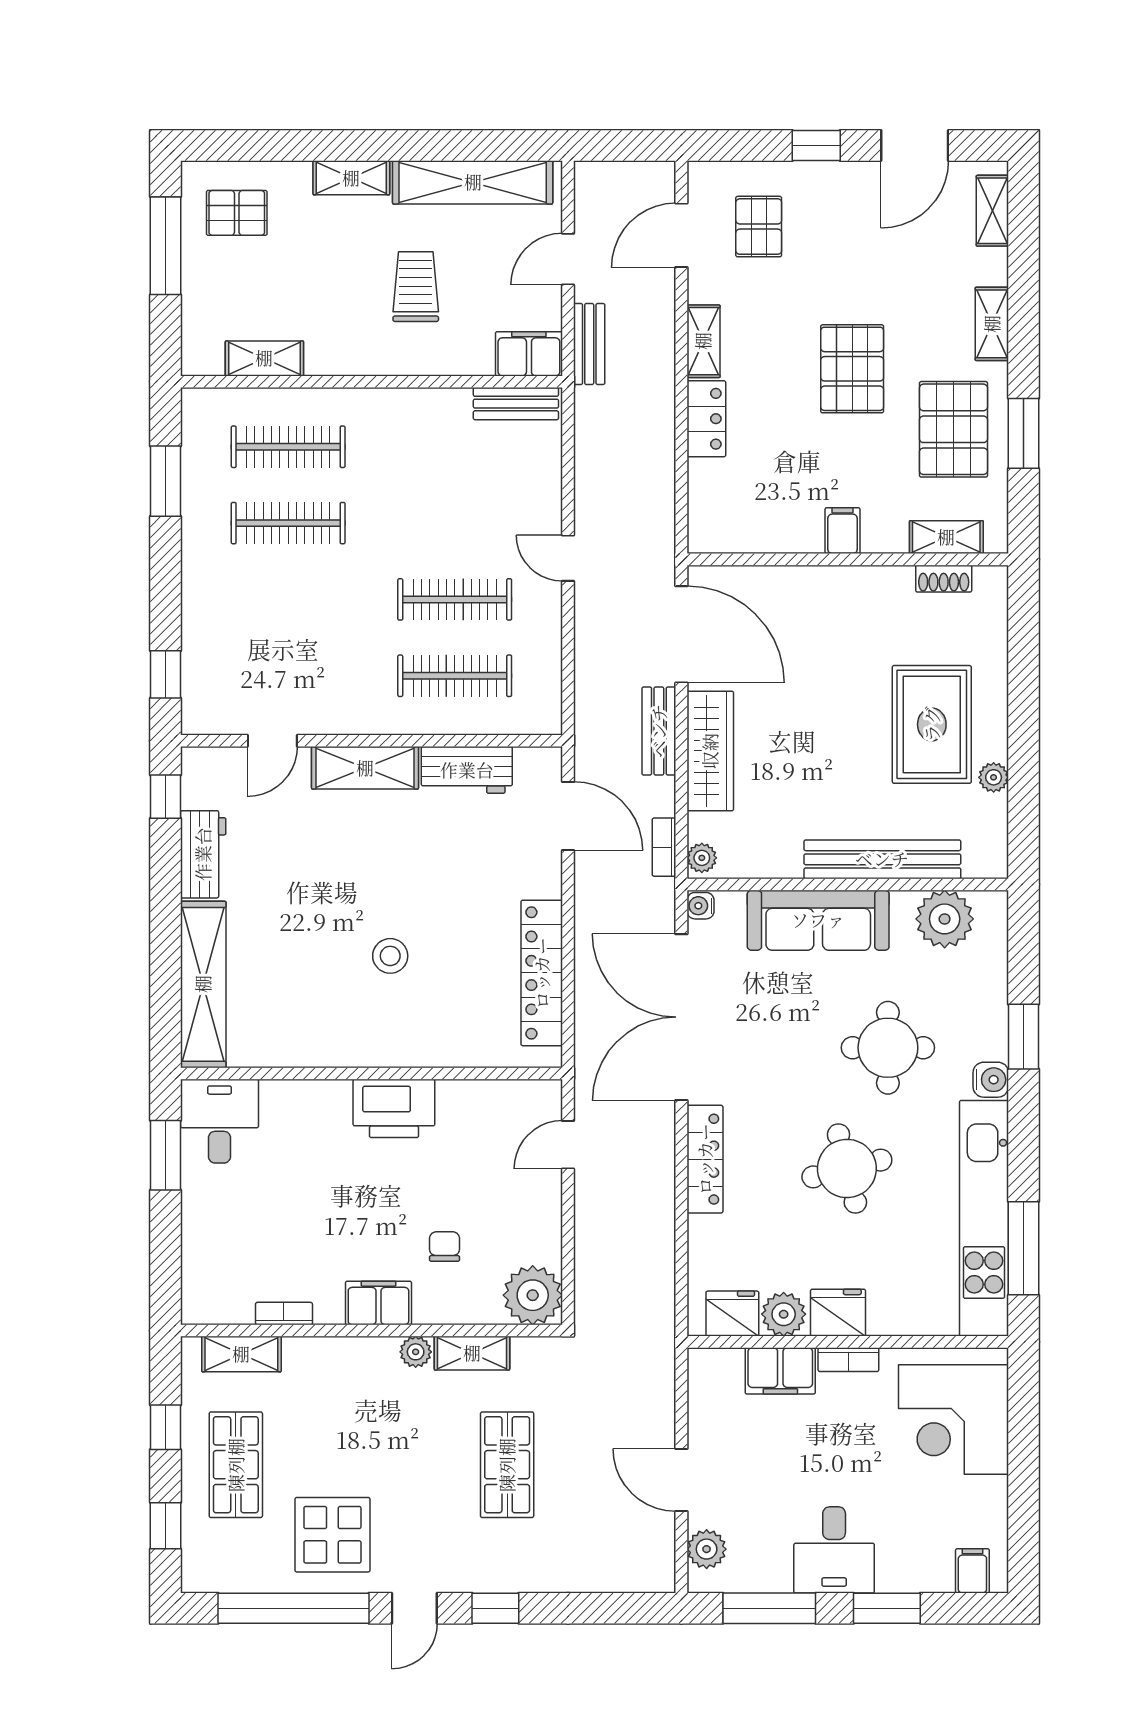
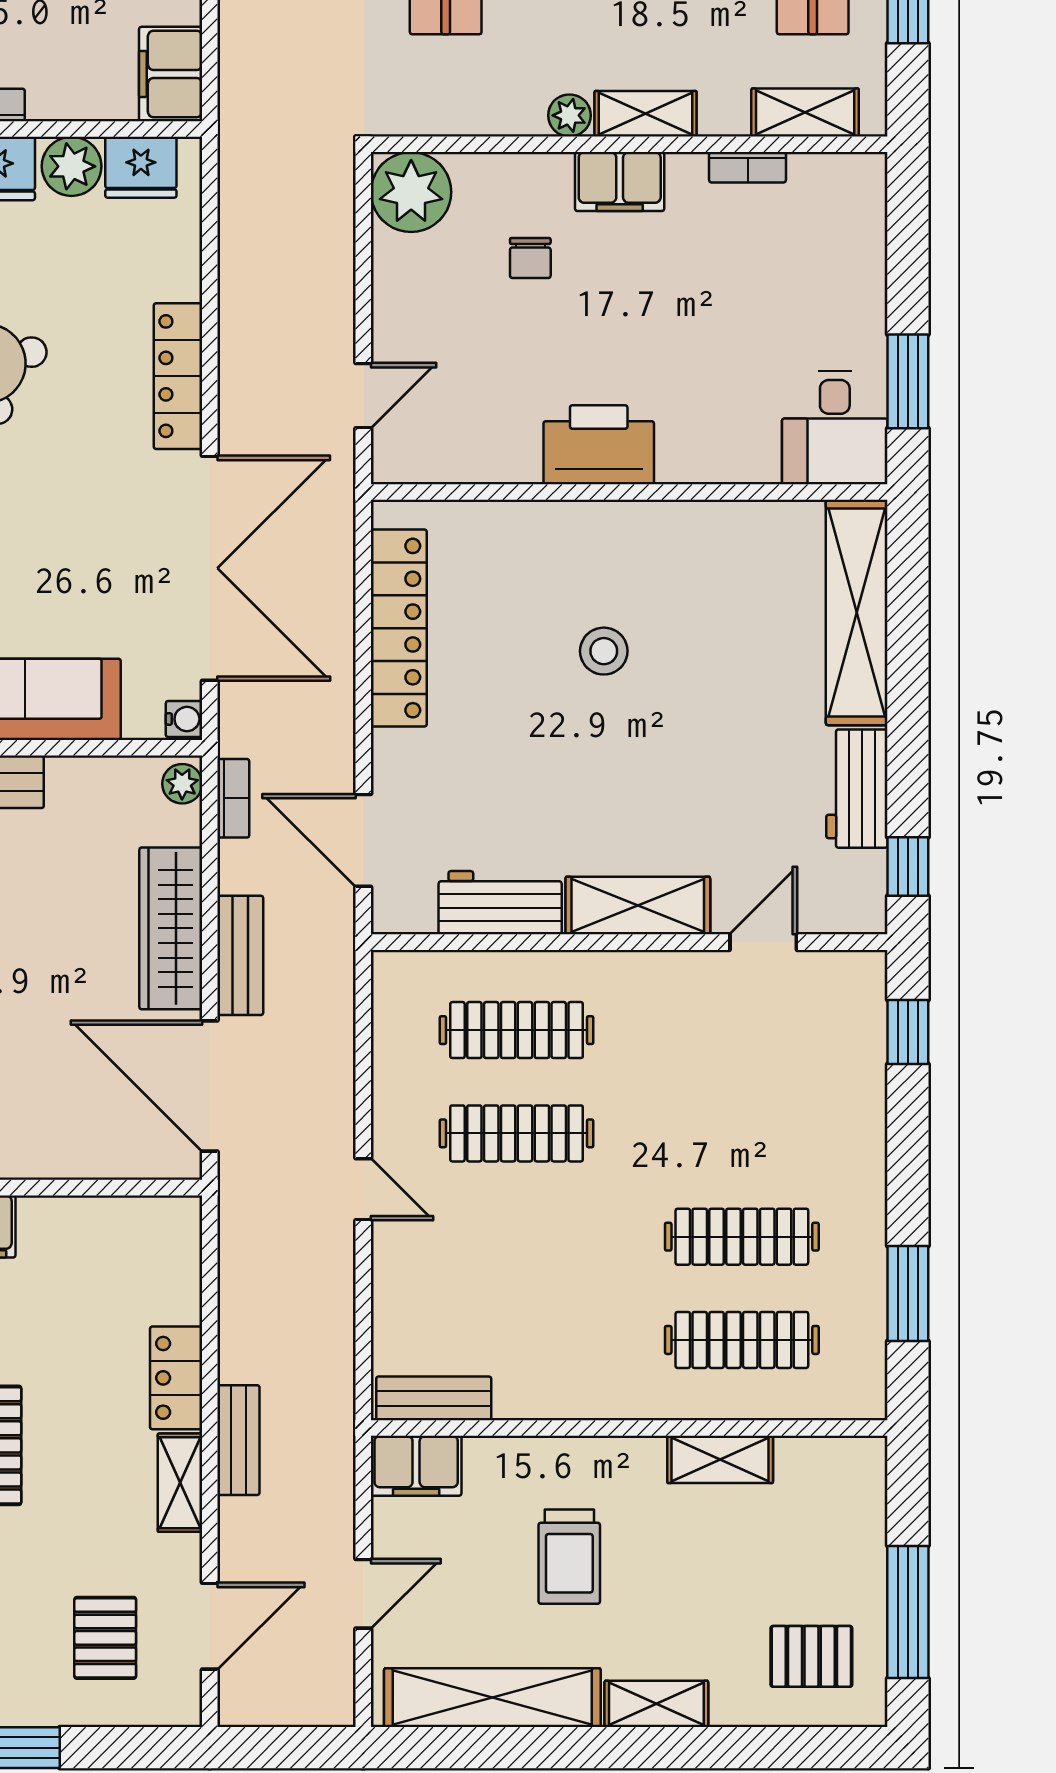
bench: (589, 344) -> (238, 1440), moved
shelving: (264, 358) -> (720, 1459), moved
shelving: (472, 1353) -> (646, 114), moved
filing cabinet: (780, 1371) -> (171, 74), moved, turned -90

